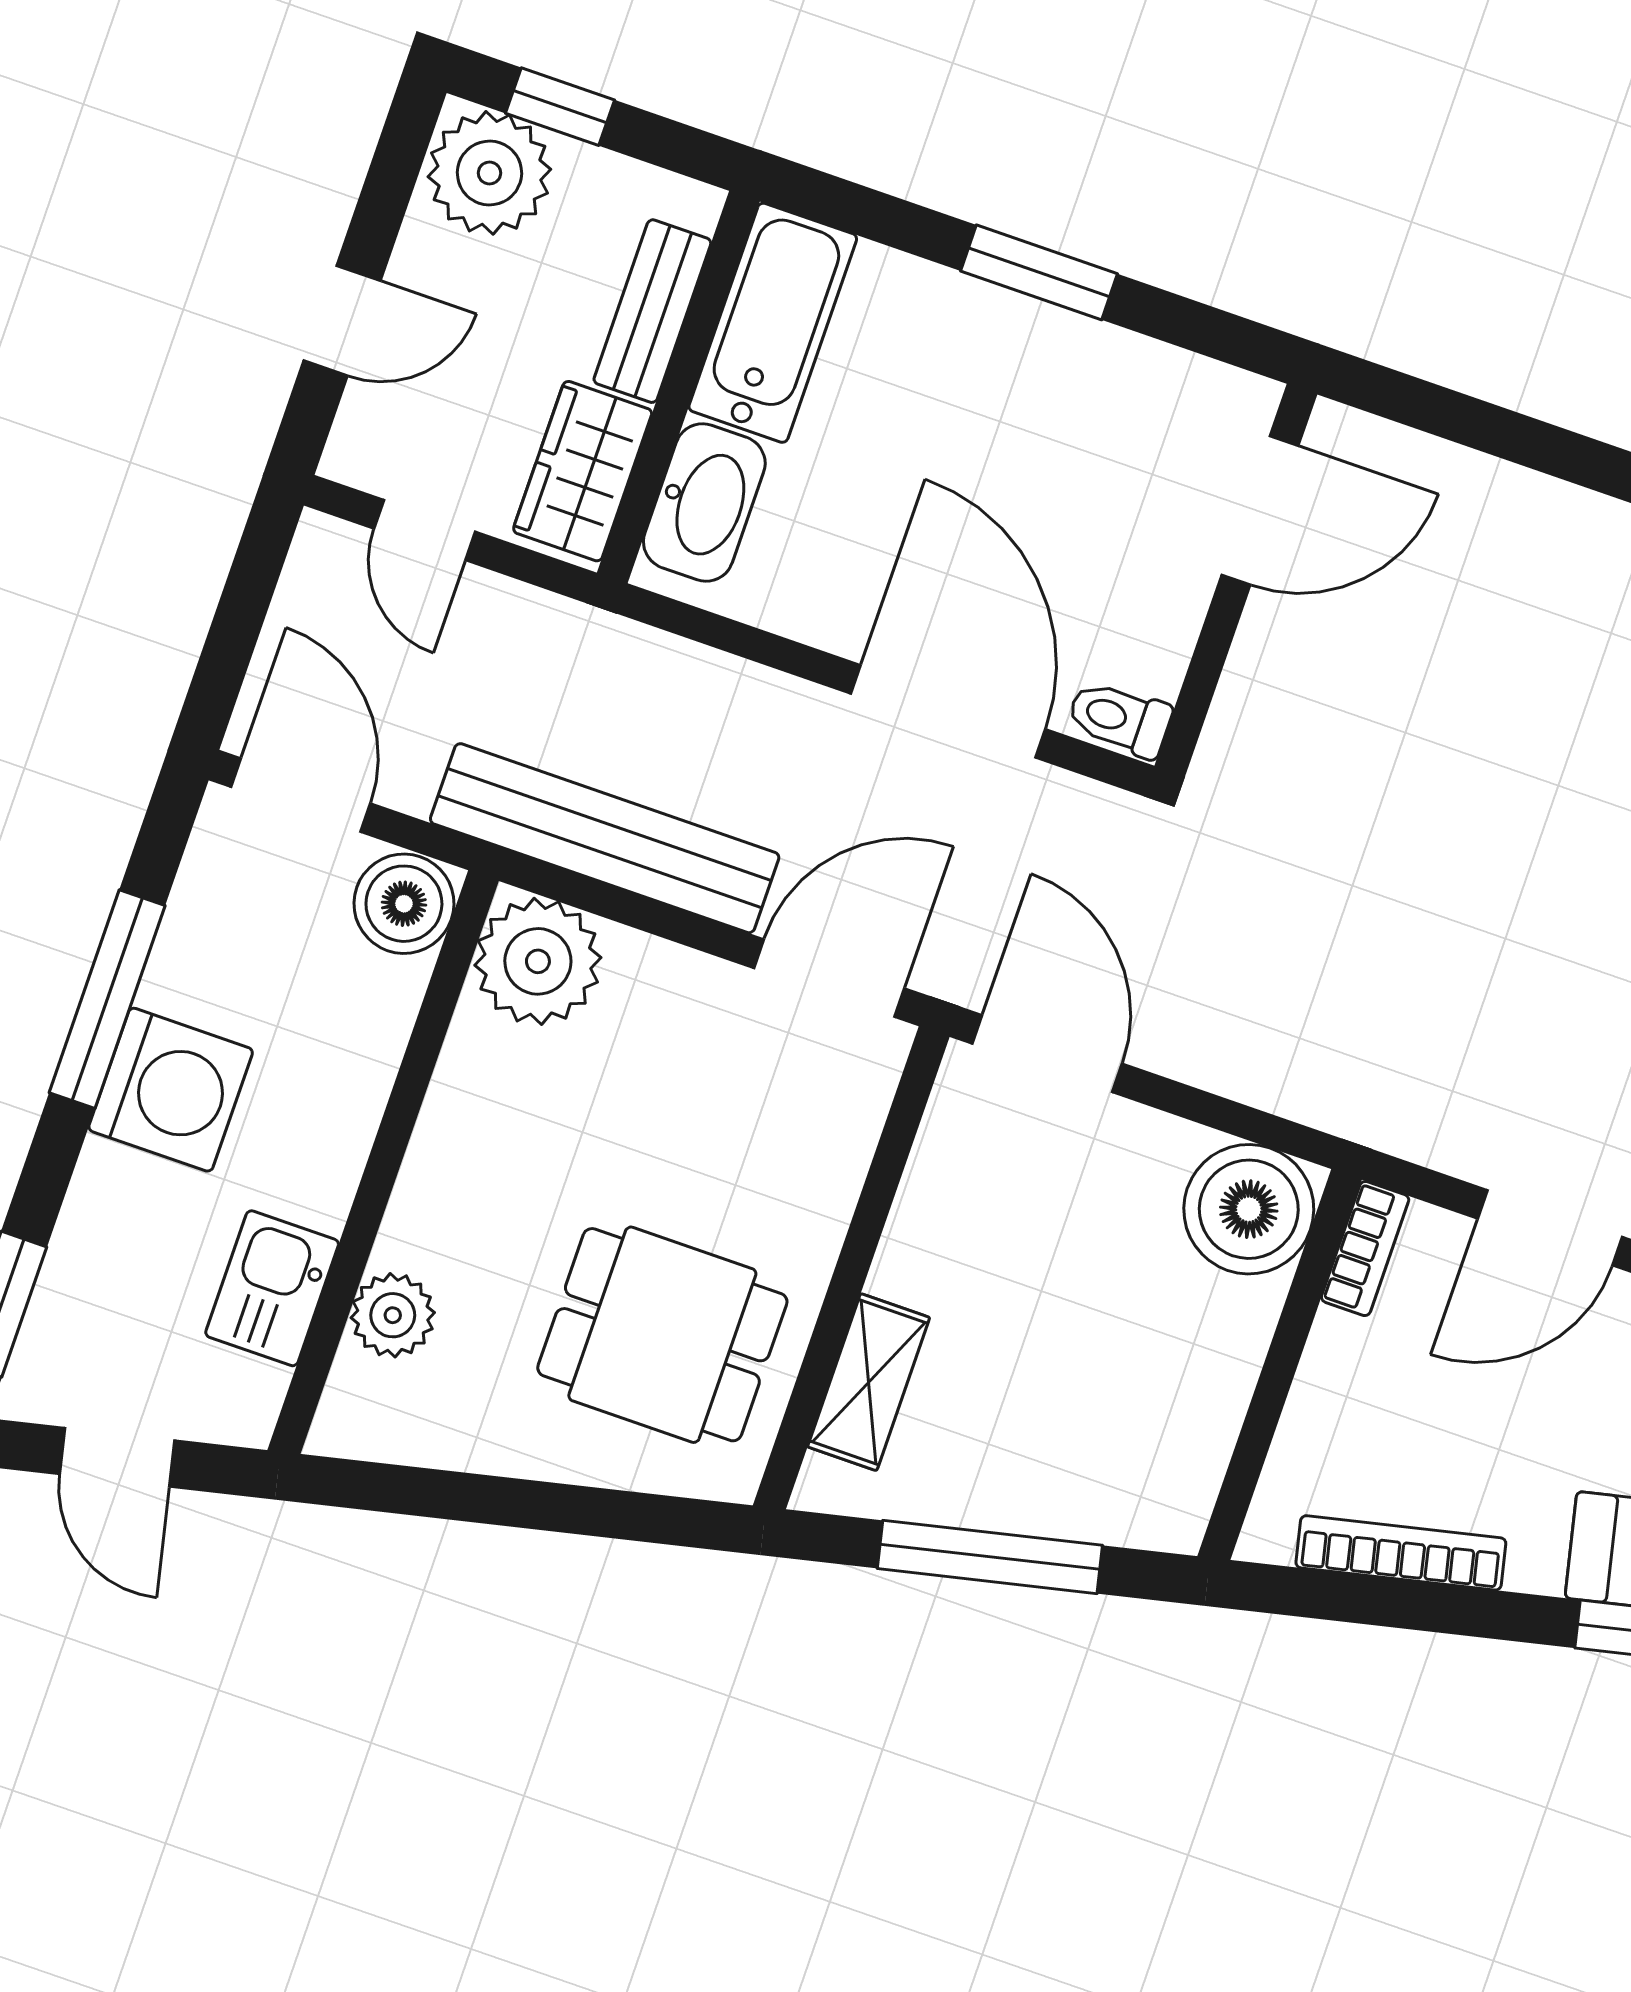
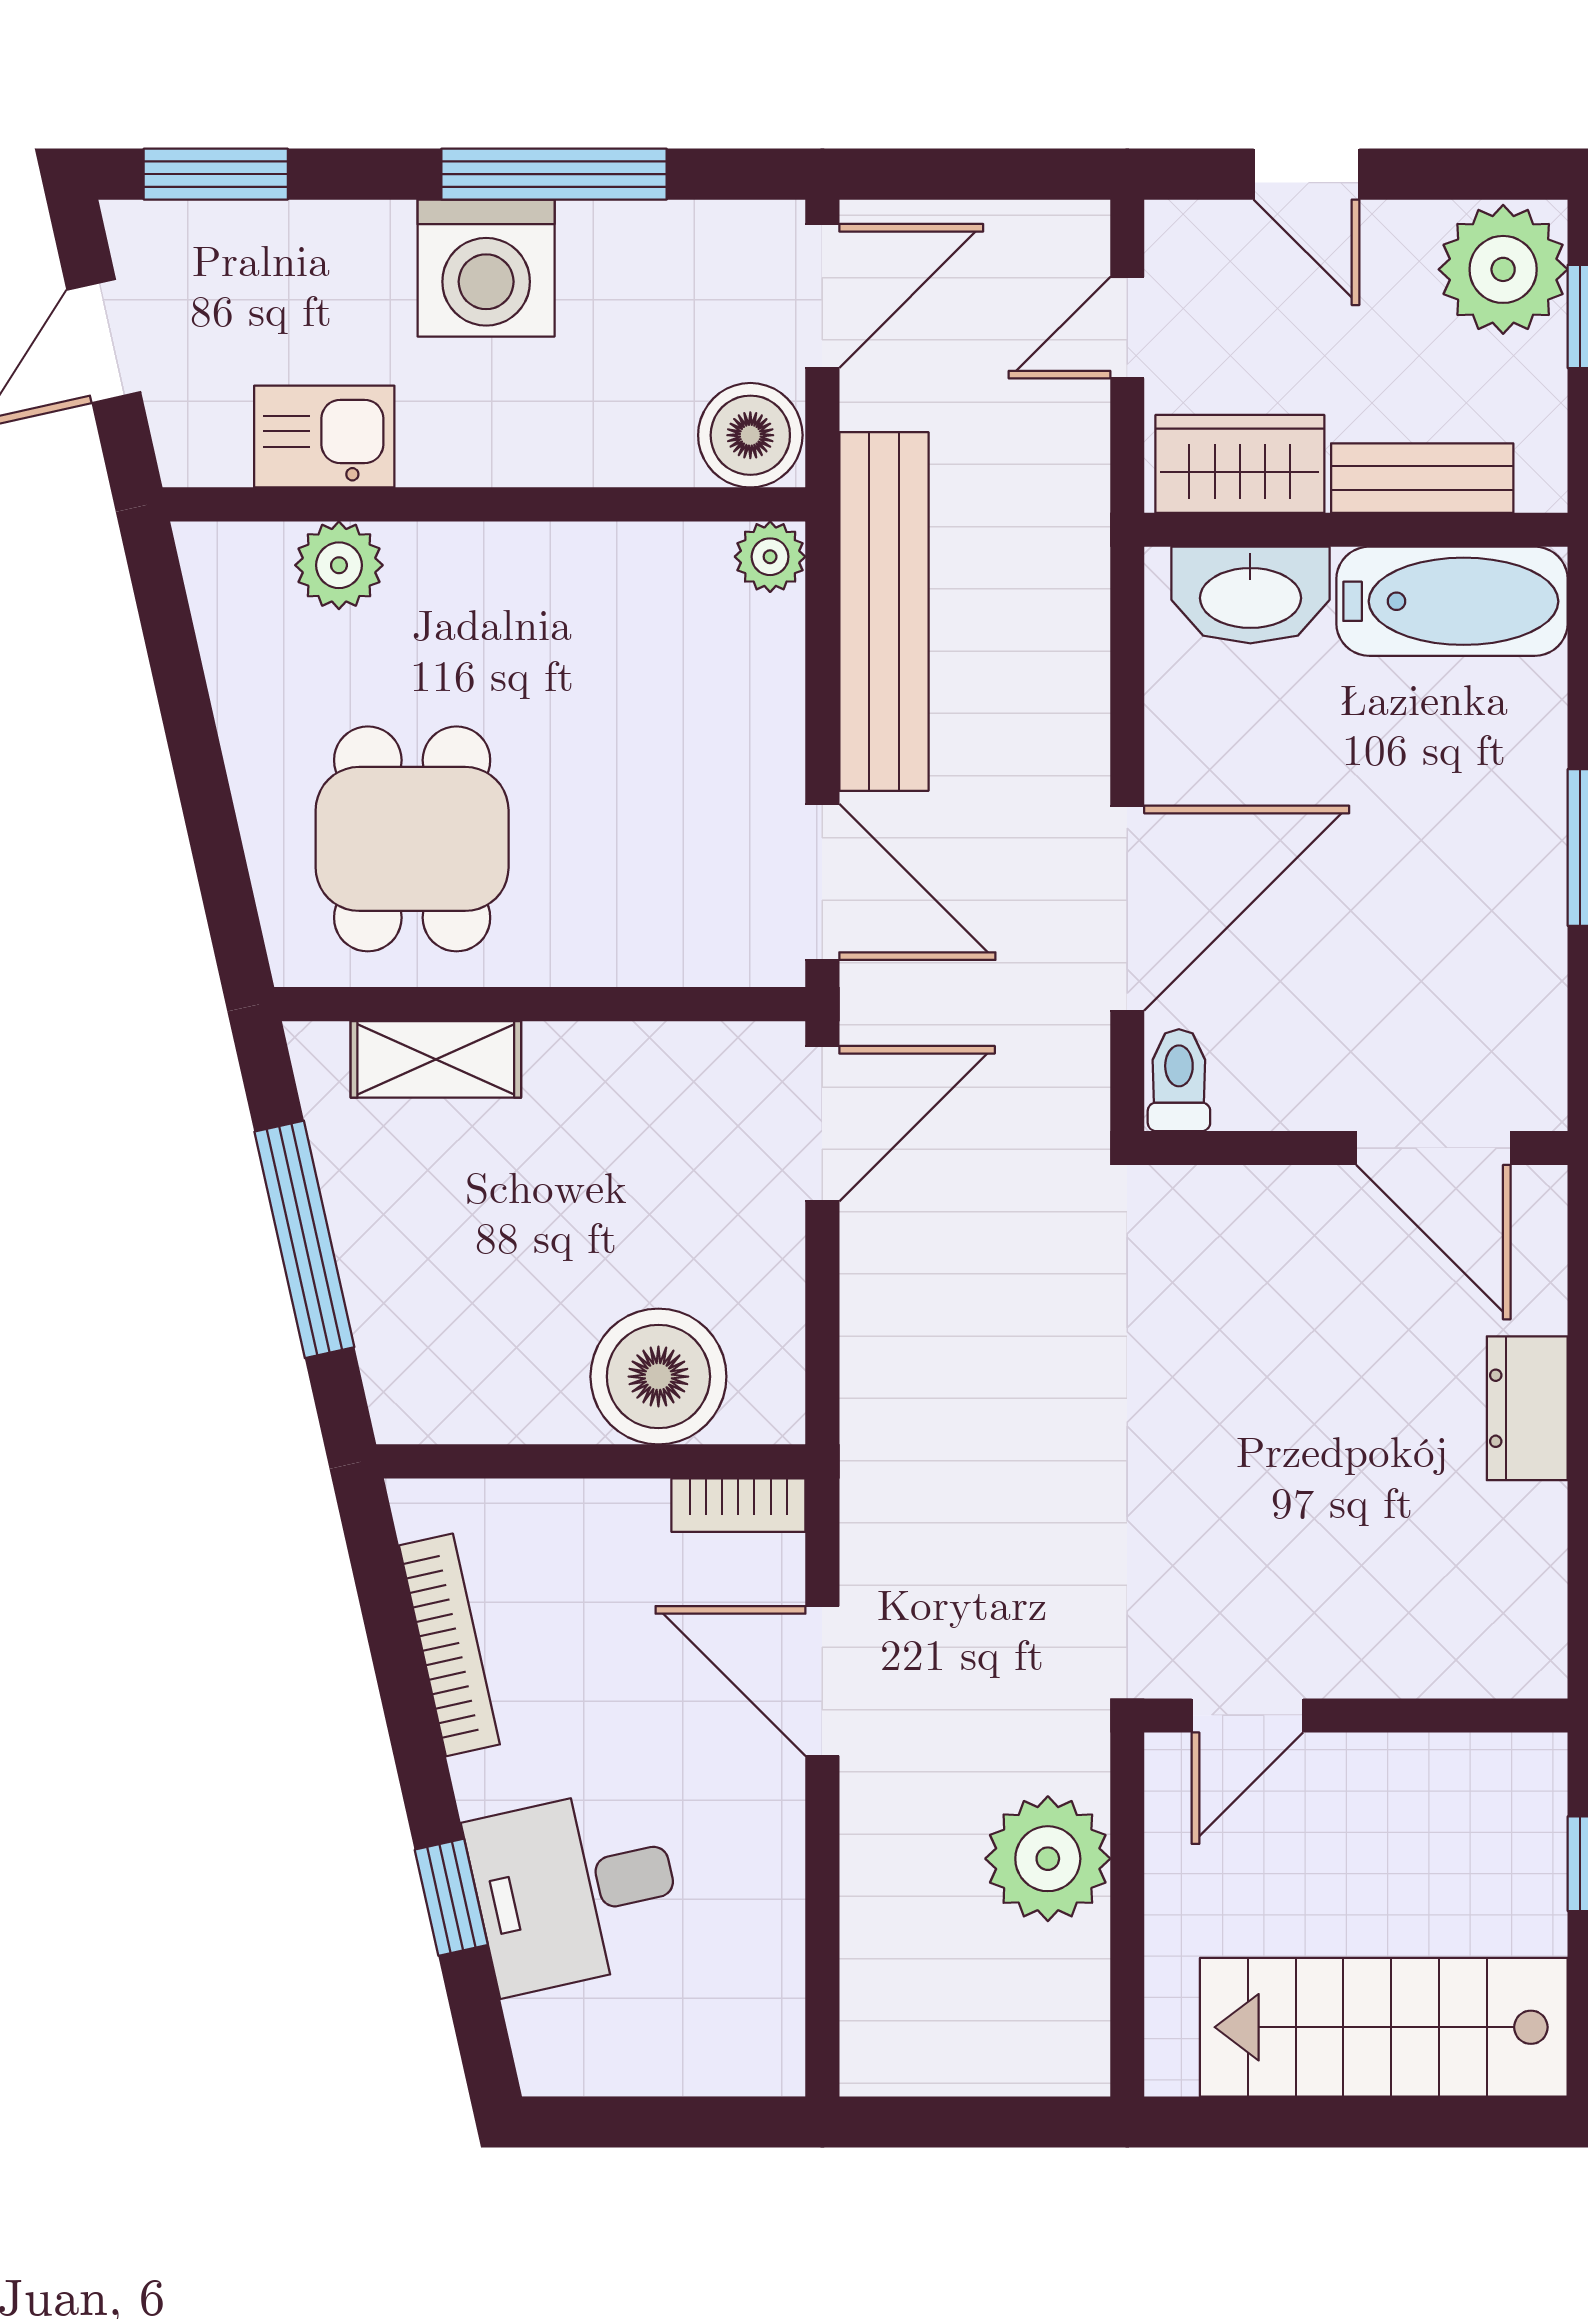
dresser: (1524, 507) -> (1527, 1408), added
plant: (538, 961) -> (770, 557), width x0.53, depth x0.53
boiler: (1249, 1209) -> (658, 1377), moved

